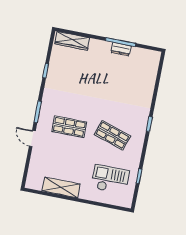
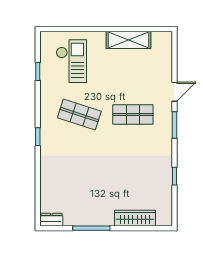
wardrobe: (72, 41) -> (135, 218), moved
dresser: (121, 49) -> (51, 220), moved
door: (32, 139) -> (174, 92), hinge flipped
checkout: (110, 179) -> (71, 61), turned -90

